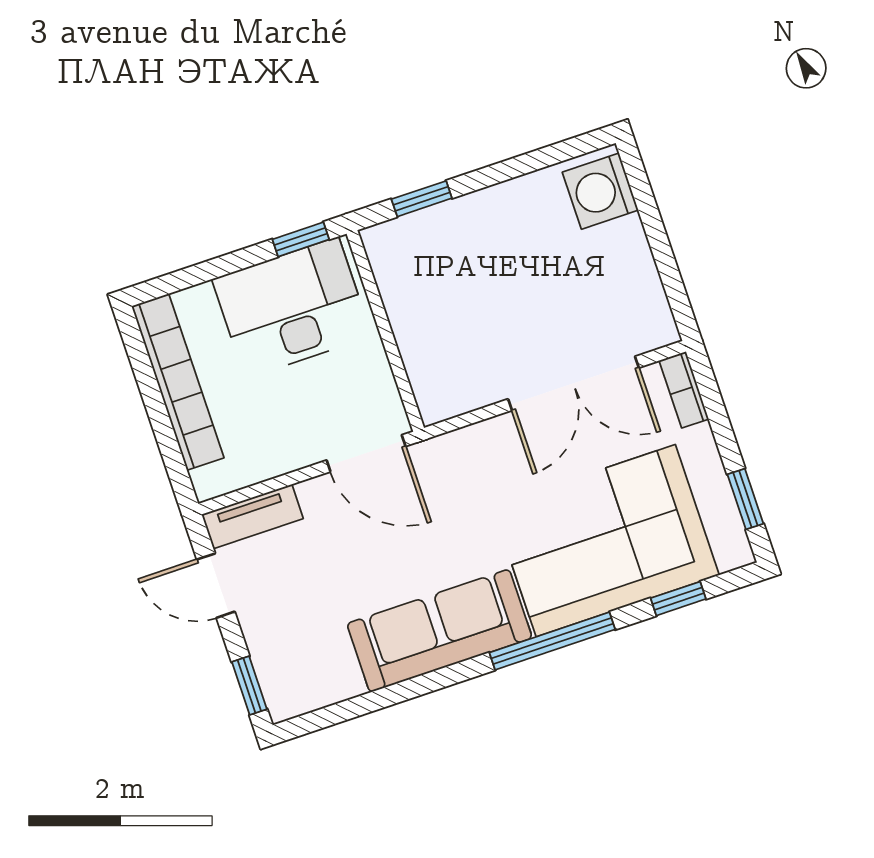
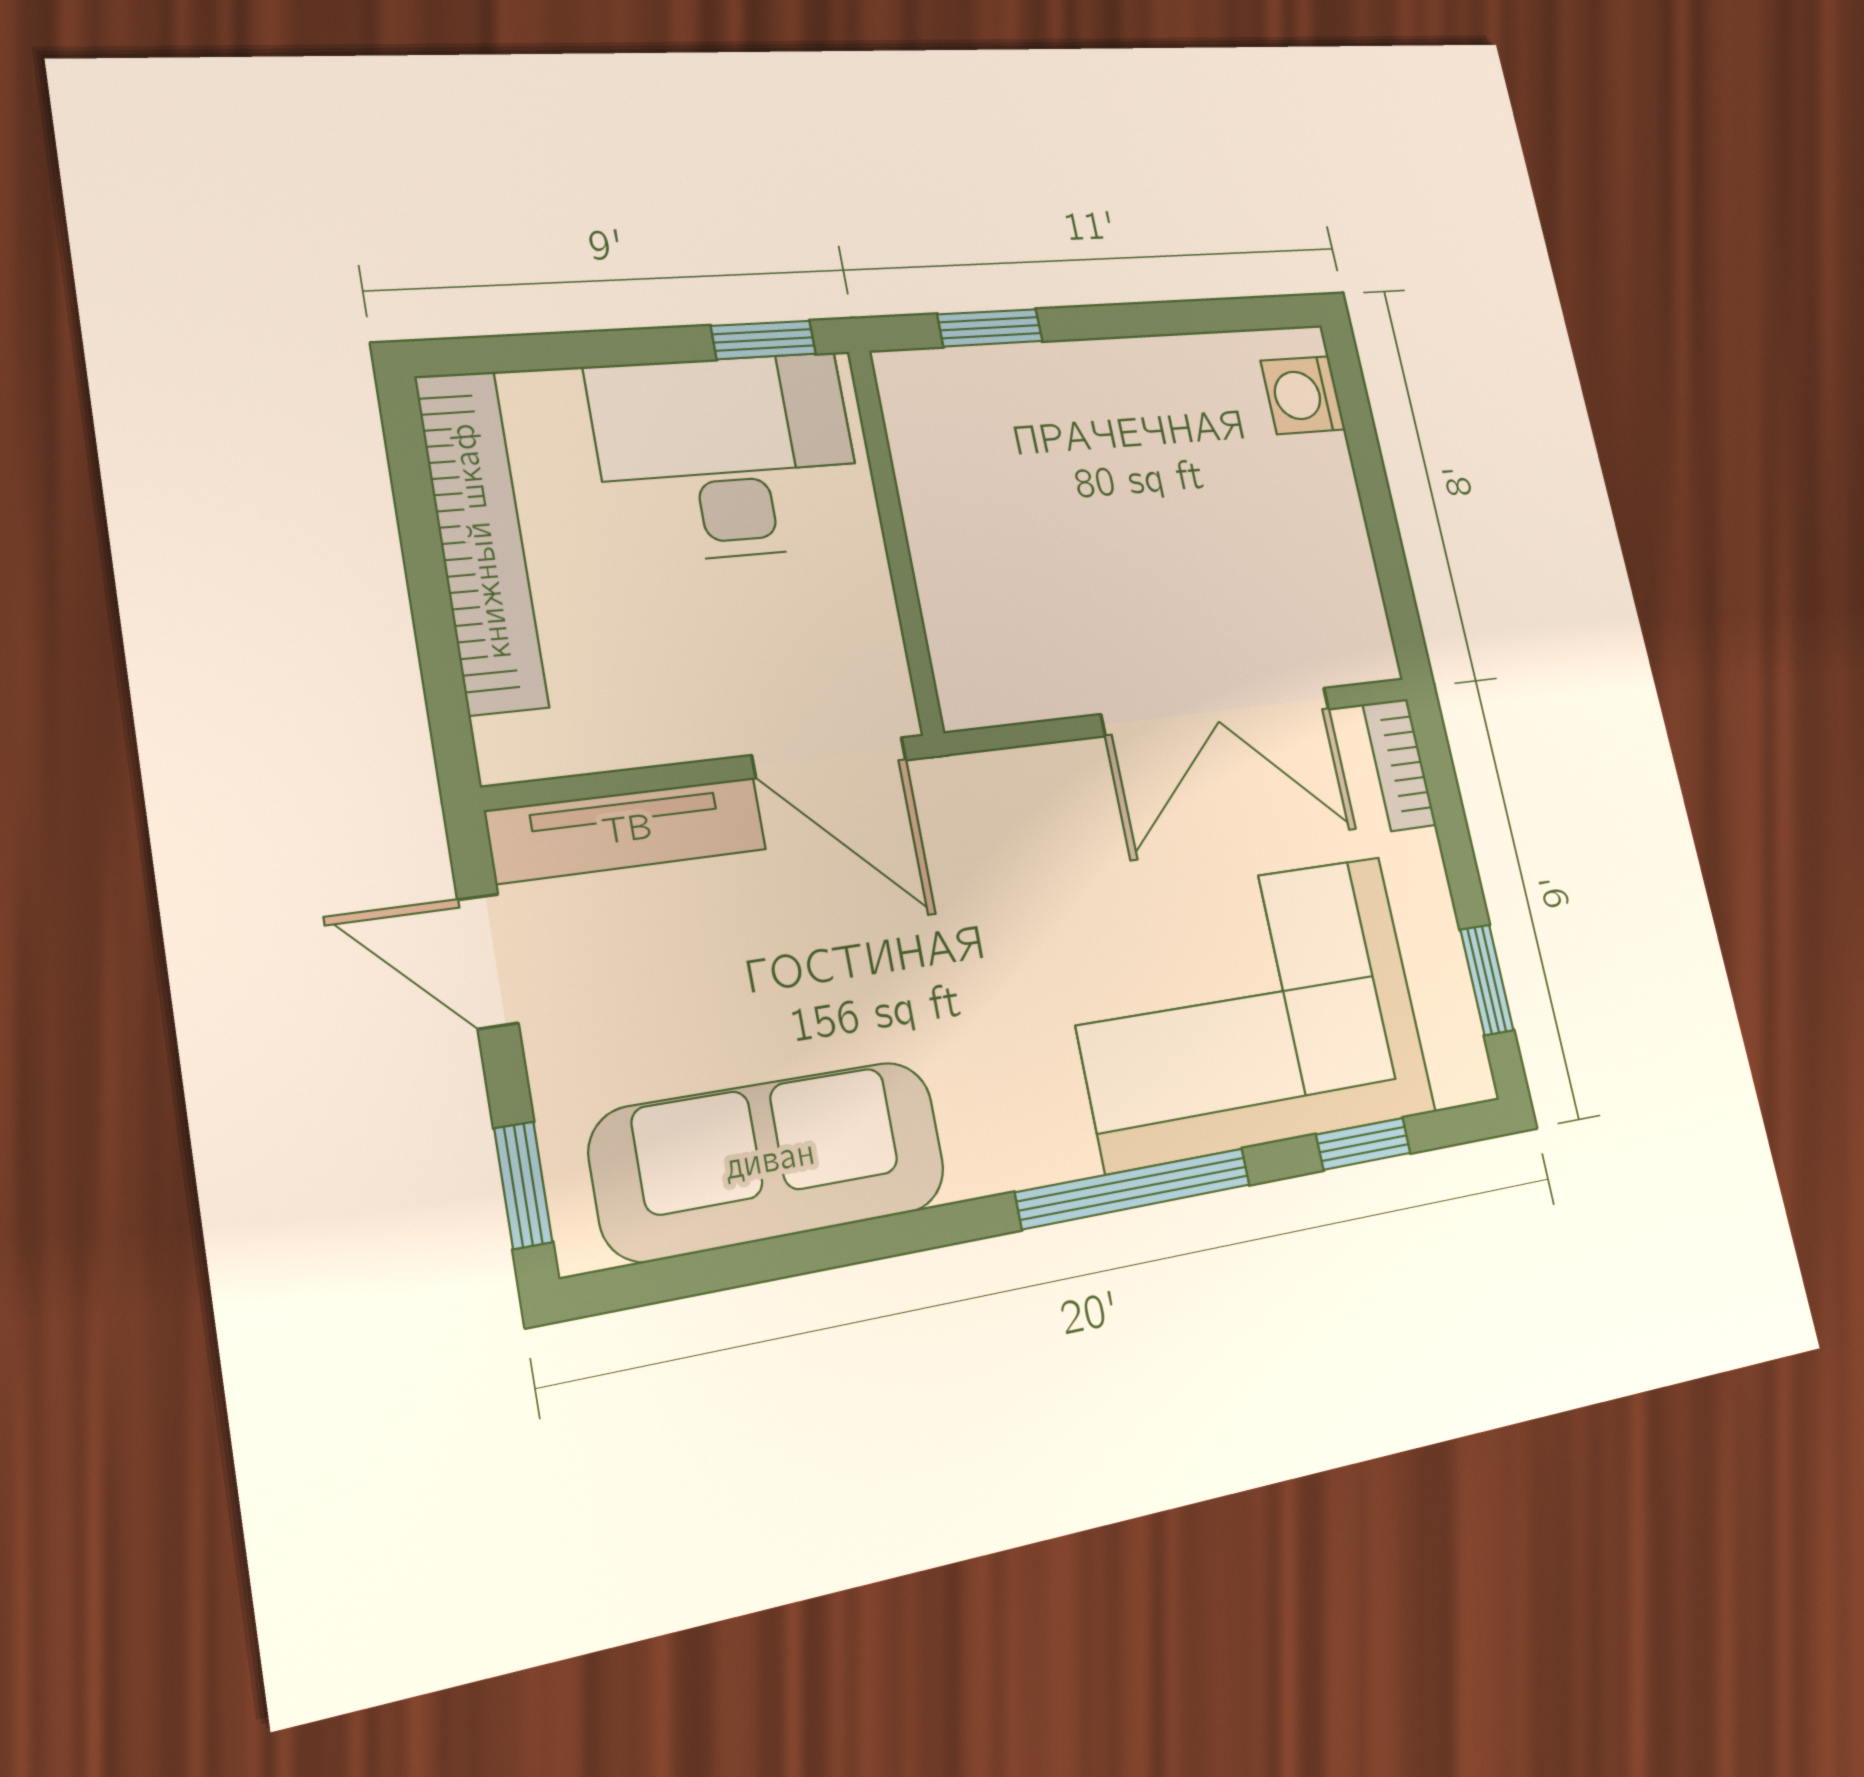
washing machine: (600, 191) -> (1303, 395), width x0.73, depth x0.73
tv unit: (252, 516) -> (627, 830), width x1.41
sofa: (440, 631) -> (770, 1160), moved

